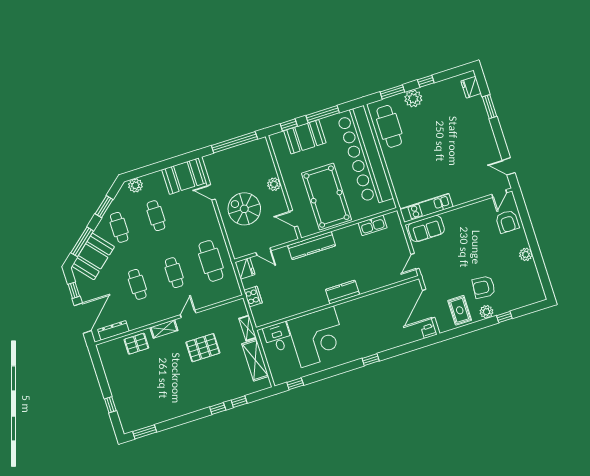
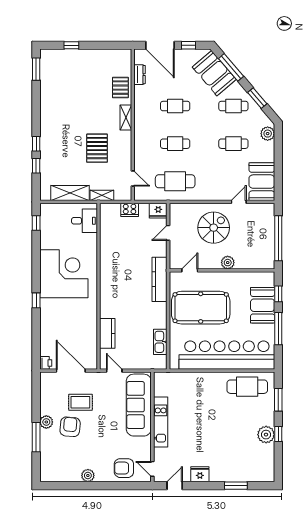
fridge: (471, 87) -> (200, 474), moved
plant: (413, 98) -> (266, 435), moved
kitchen unit: (426, 208) -> (161, 422), moved
sofa: (426, 229) -> (139, 405), width x1.85, depth x1.27
kitchen counter: (342, 292) -> (107, 333), moved
rug: (460, 310) -> (80, 402), moved
door: (188, 314) -> (133, 178), moved
window: (504, 317) -> (36, 437), width x2.17
dresser: (113, 330) -> (140, 75), width x0.70
corner desk: (317, 337) -> (64, 274), moved, turned 180

